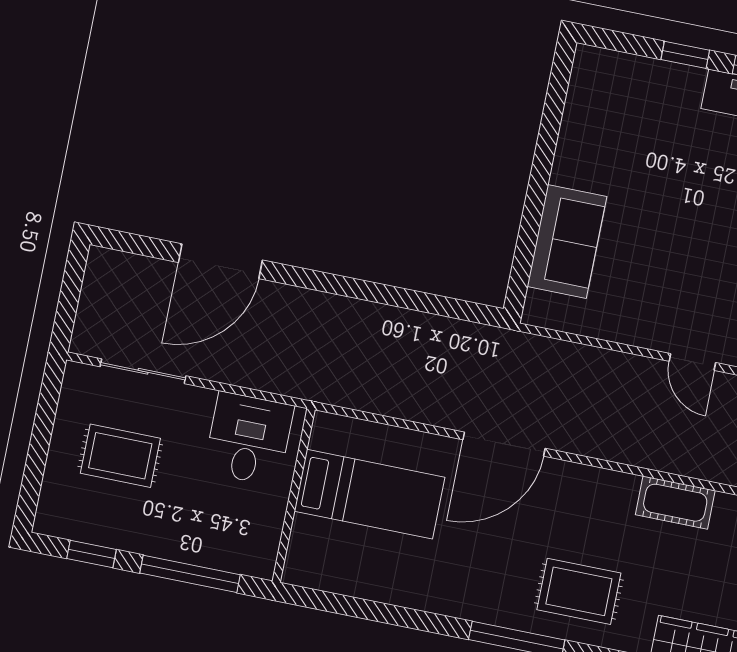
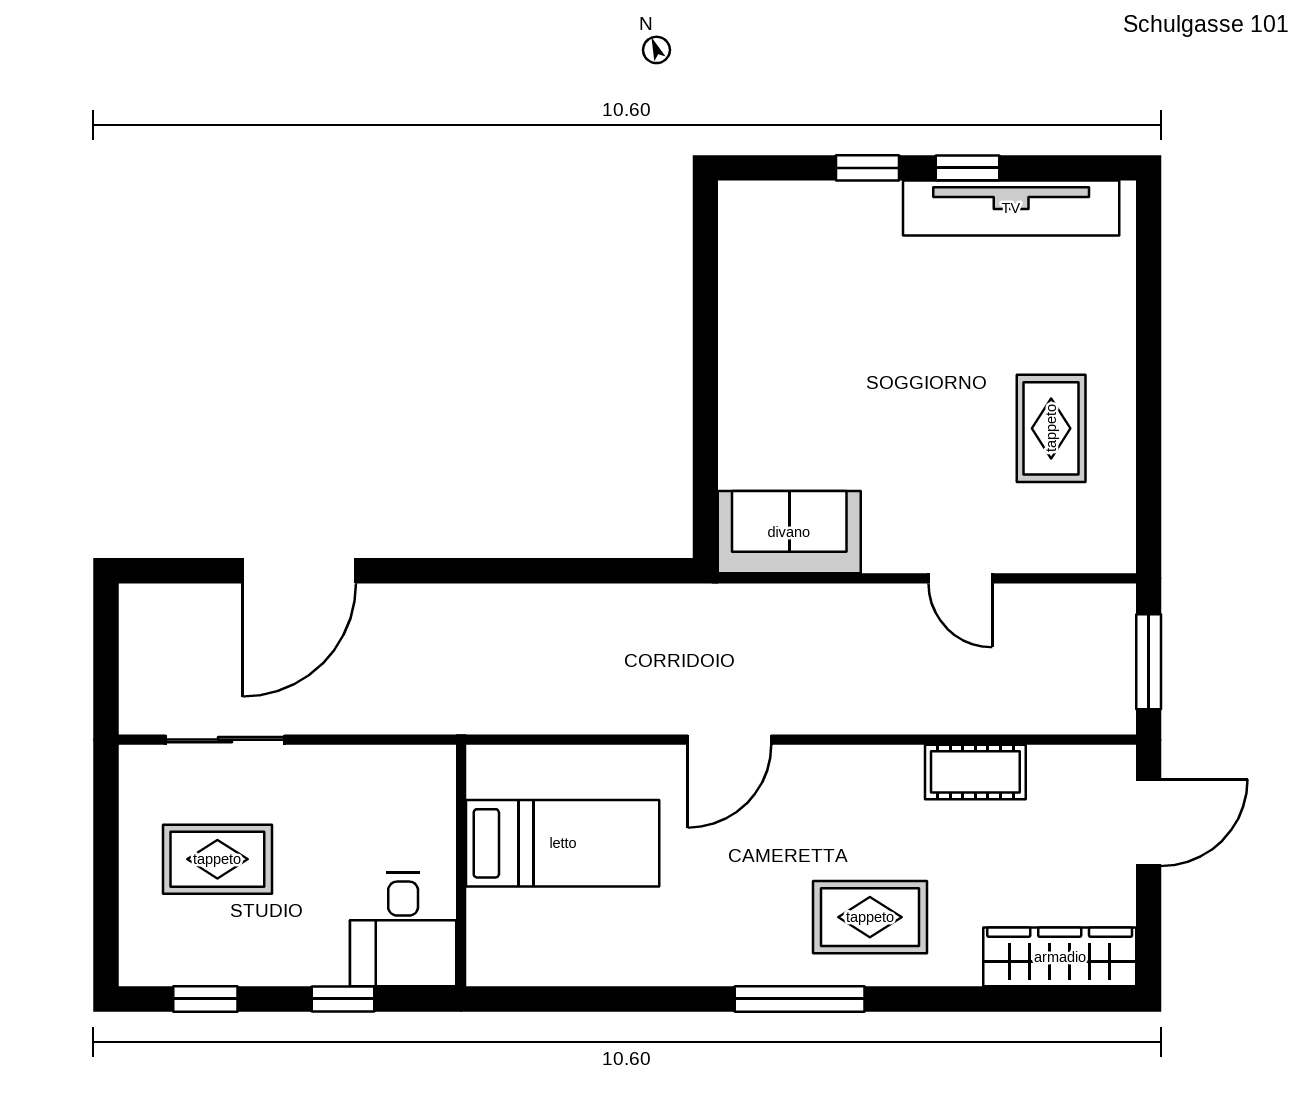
sofa: (567, 242) -> (789, 532), moved, turned -90
desk: (249, 439) -> (403, 929), moved, turned 180
door: (504, 444) -> (730, 740), width x0.73
window: (190, 574) -> (343, 999), width x0.46

